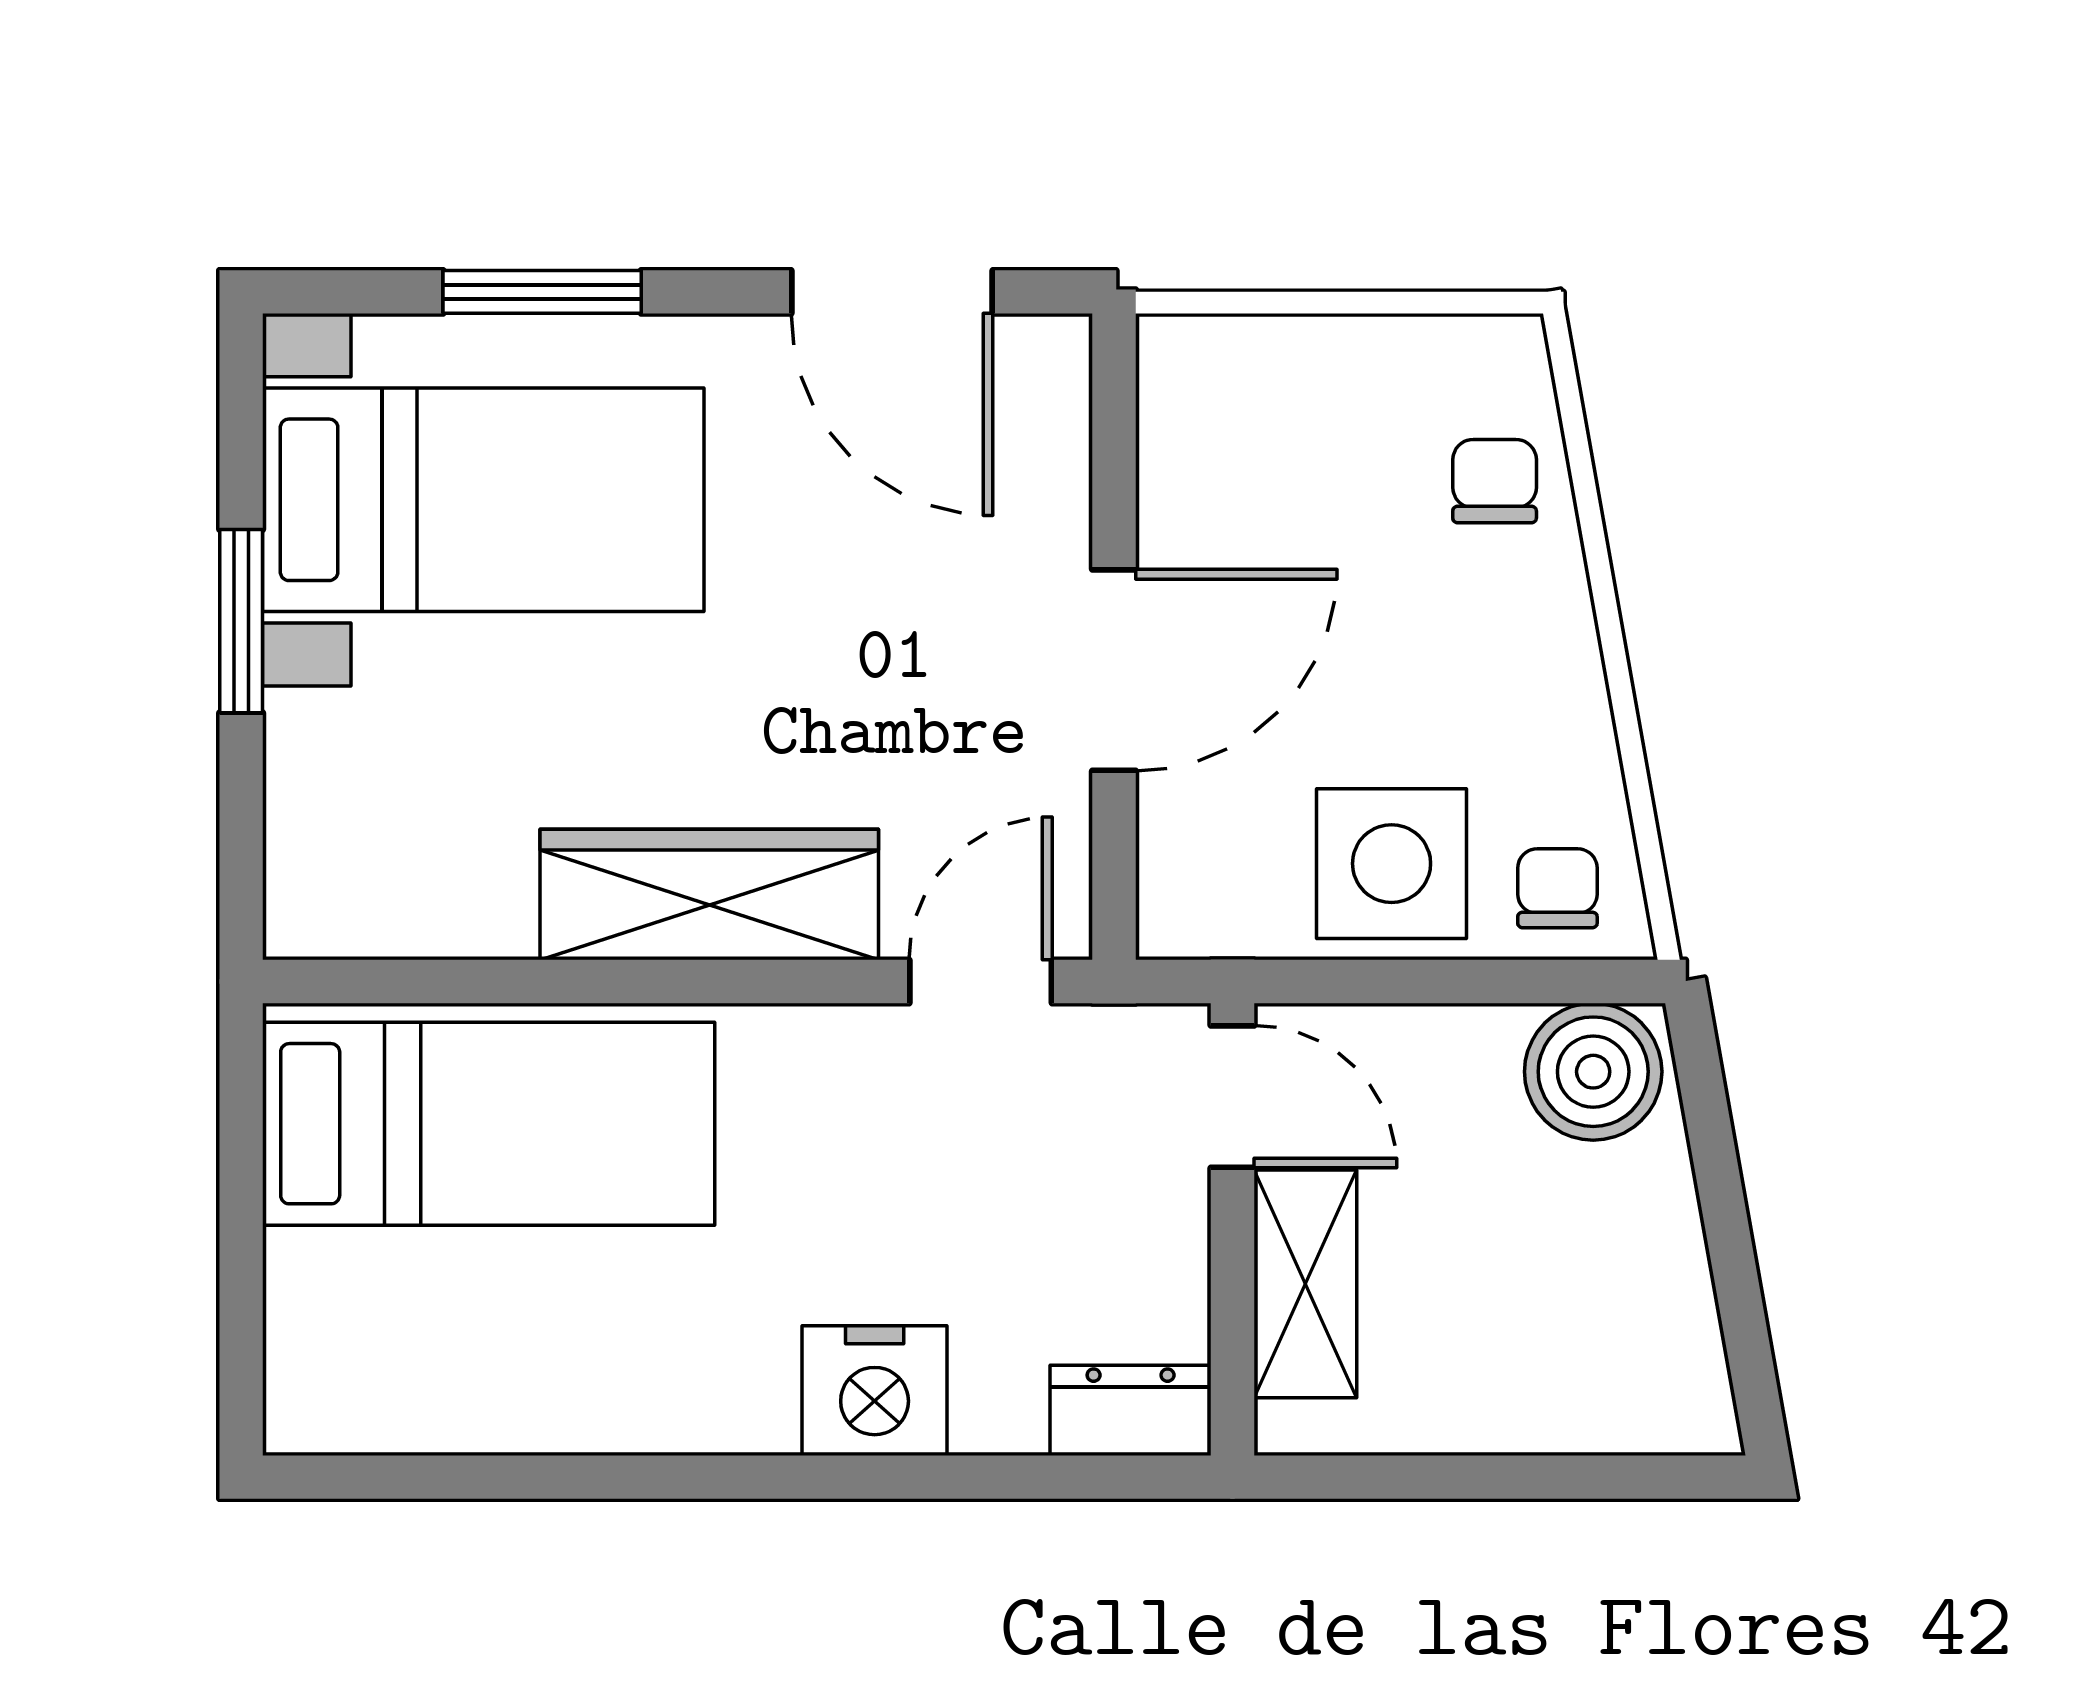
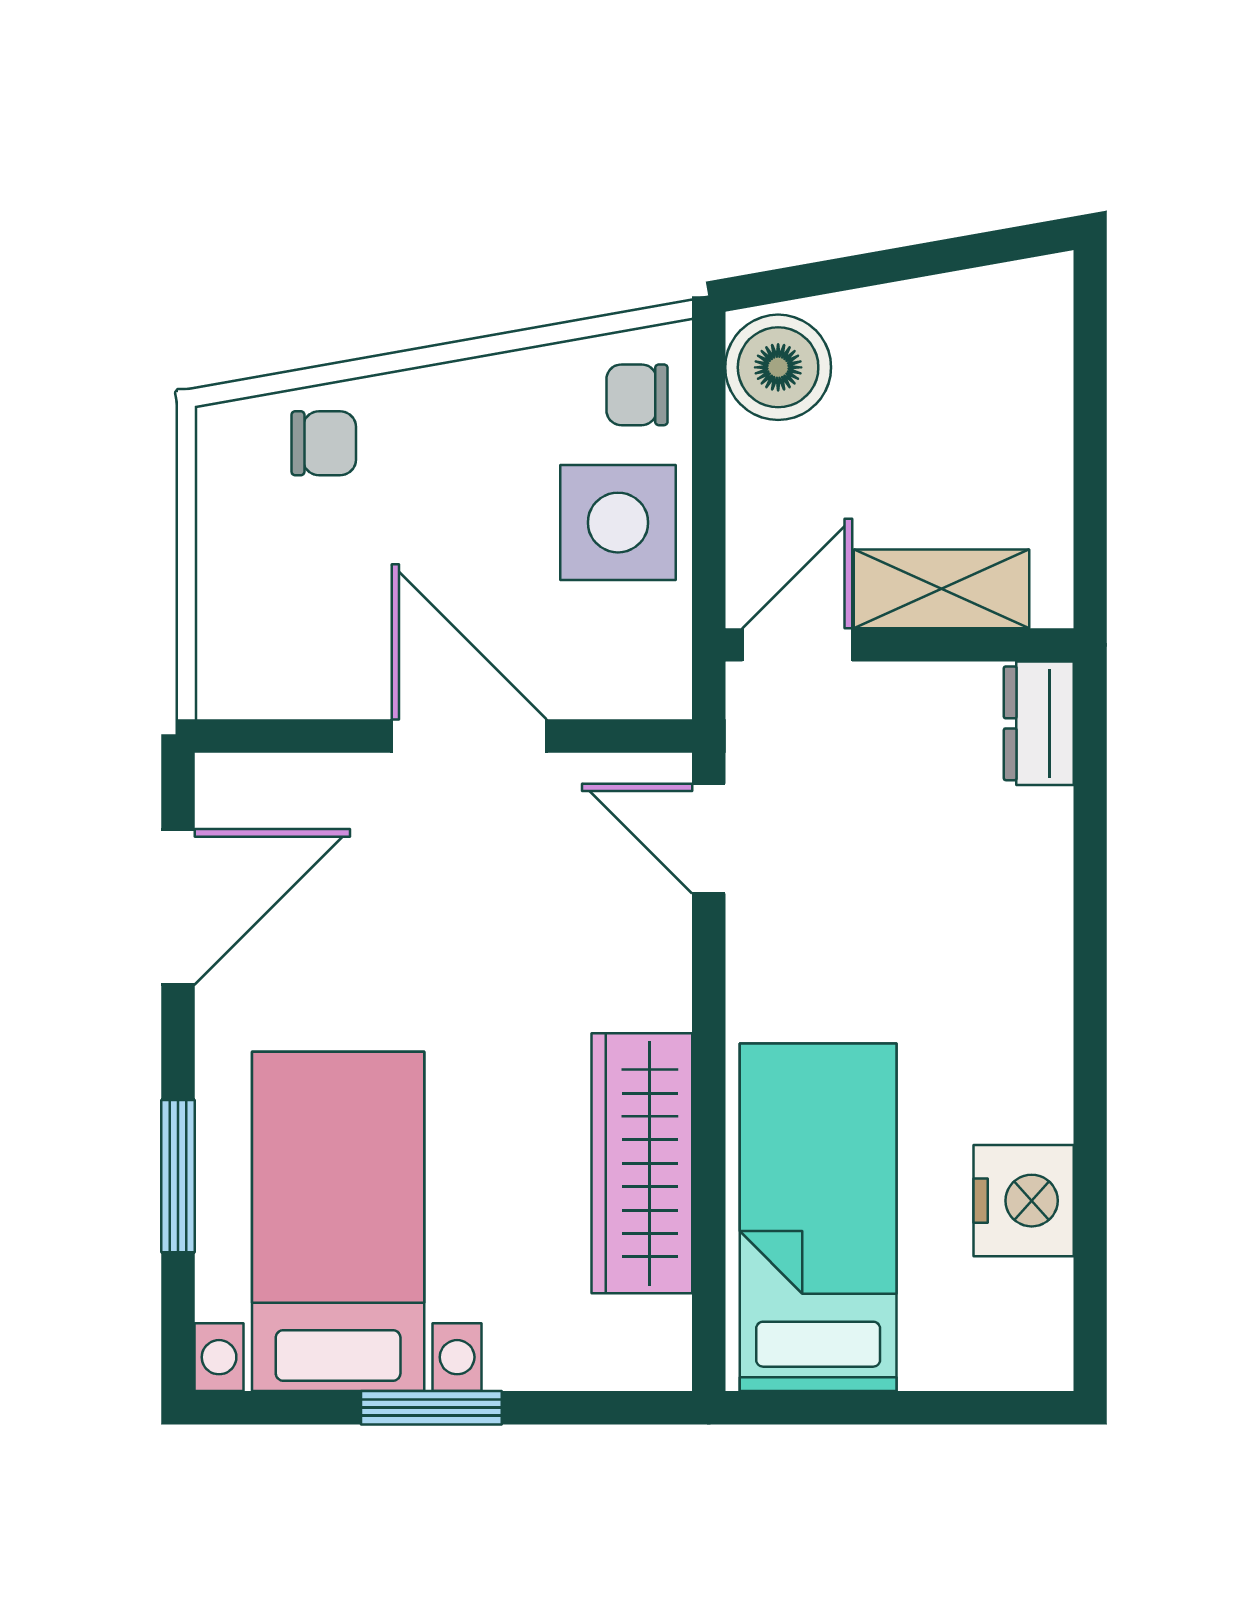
chair: (1495, 481) -> (324, 443), turned 180
wardrobe: (709, 895) -> (642, 1163), moved
nightstand: (875, 1391) -> (1024, 1201), moved

